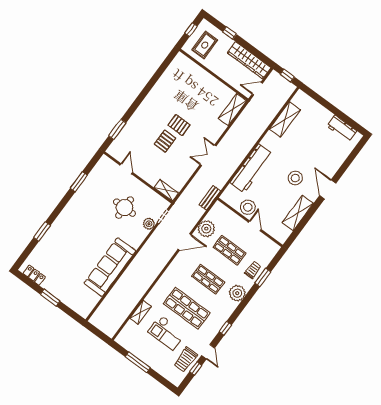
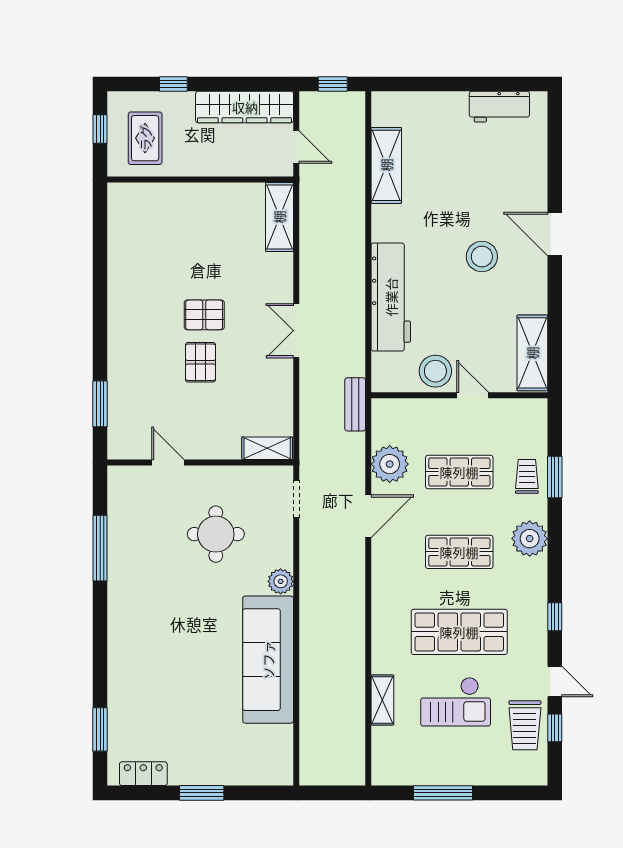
door: (257, 89) -> (296, 147), swing flipped
window: (79, 182) -> (100, 548), width x1.44
shelving: (298, 213) -> (532, 353), moved
plant: (149, 224) -> (281, 581), moved
window: (42, 232) -> (100, 729), moved

